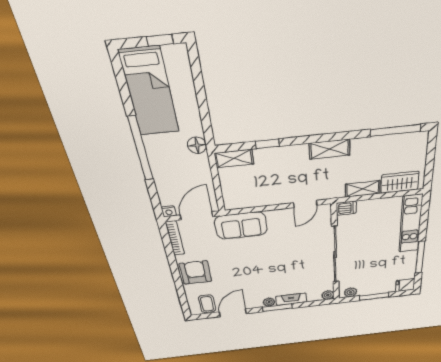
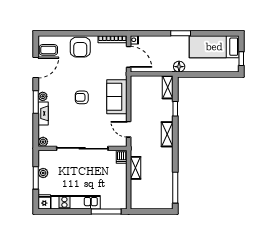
window: (141, 149) -> (181, 33), width x0.47
shelving: (330, 149) -> (167, 134), moved
wardrobe: (400, 182) -> (137, 193), removed
kitchen unit: (411, 224) -> (76, 202), moved
sofa: (241, 226) -> (117, 97), moved
window: (420, 257) -> (106, 211), moved
armchair: (265, 263) -> (82, 97), added
armchair: (196, 272) -> (80, 47), turned 90
plant: (351, 292) -> (43, 173), moved
door: (233, 313) -> (36, 68), hinge flipped

